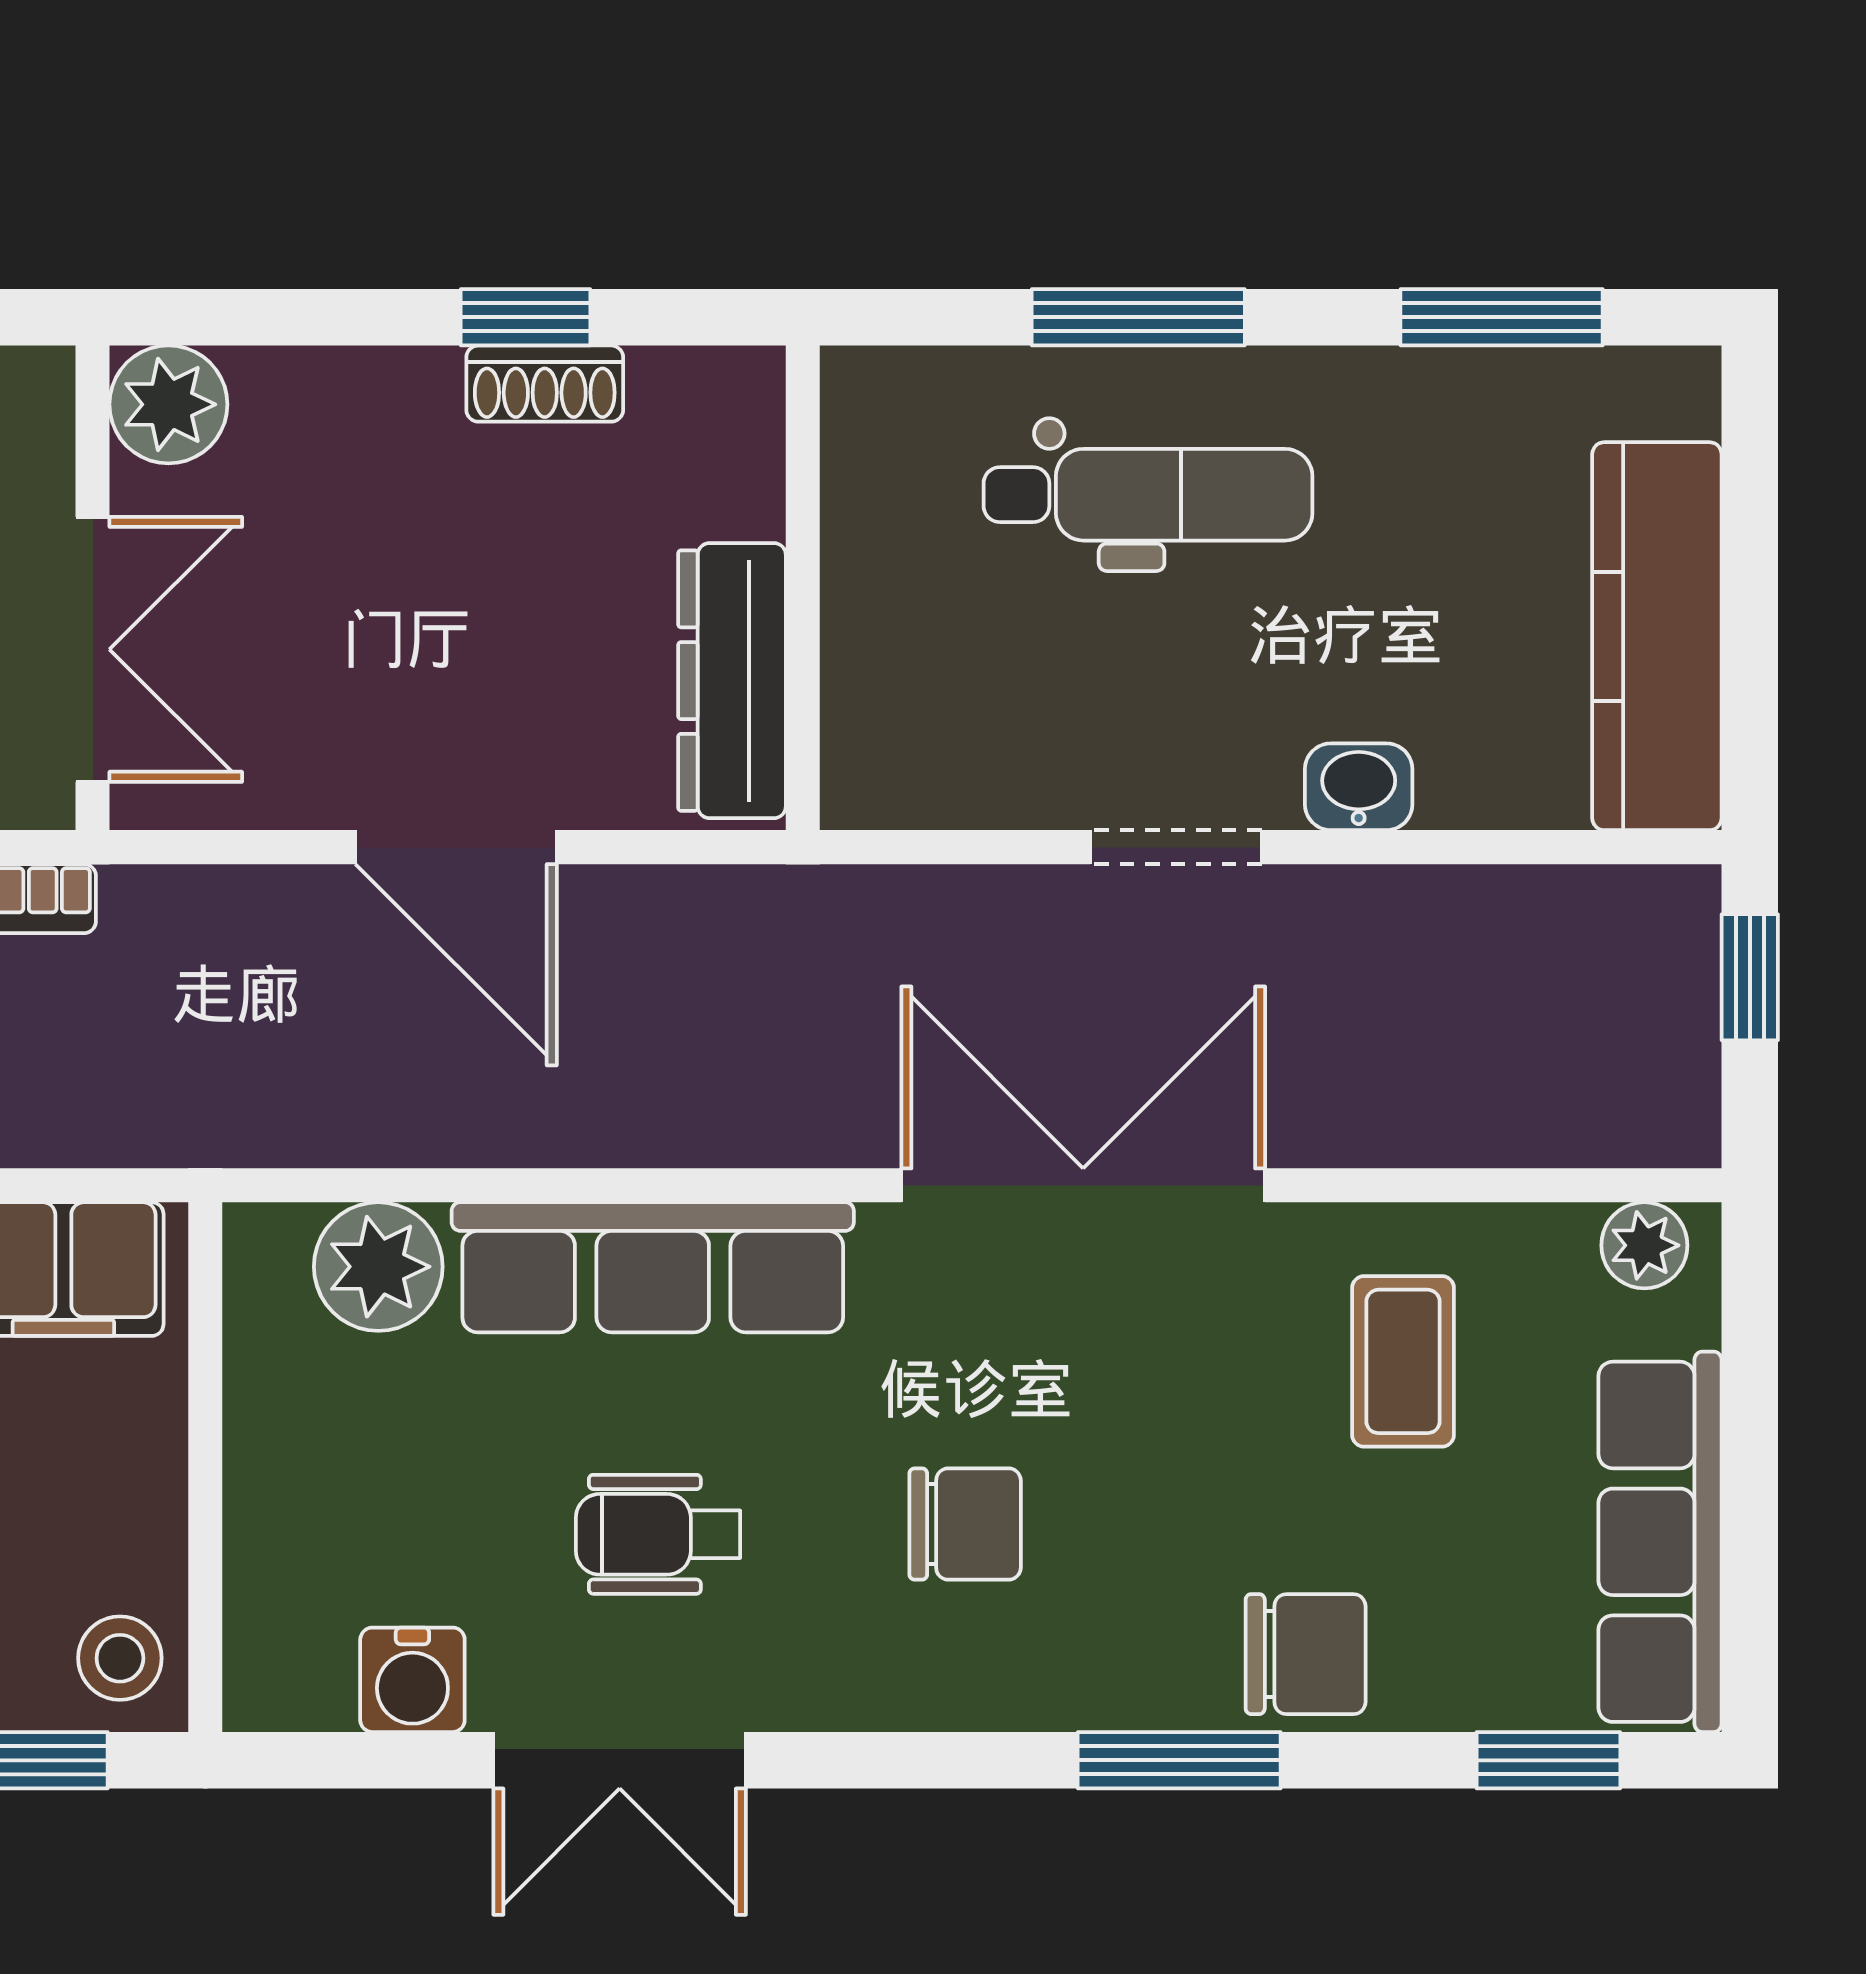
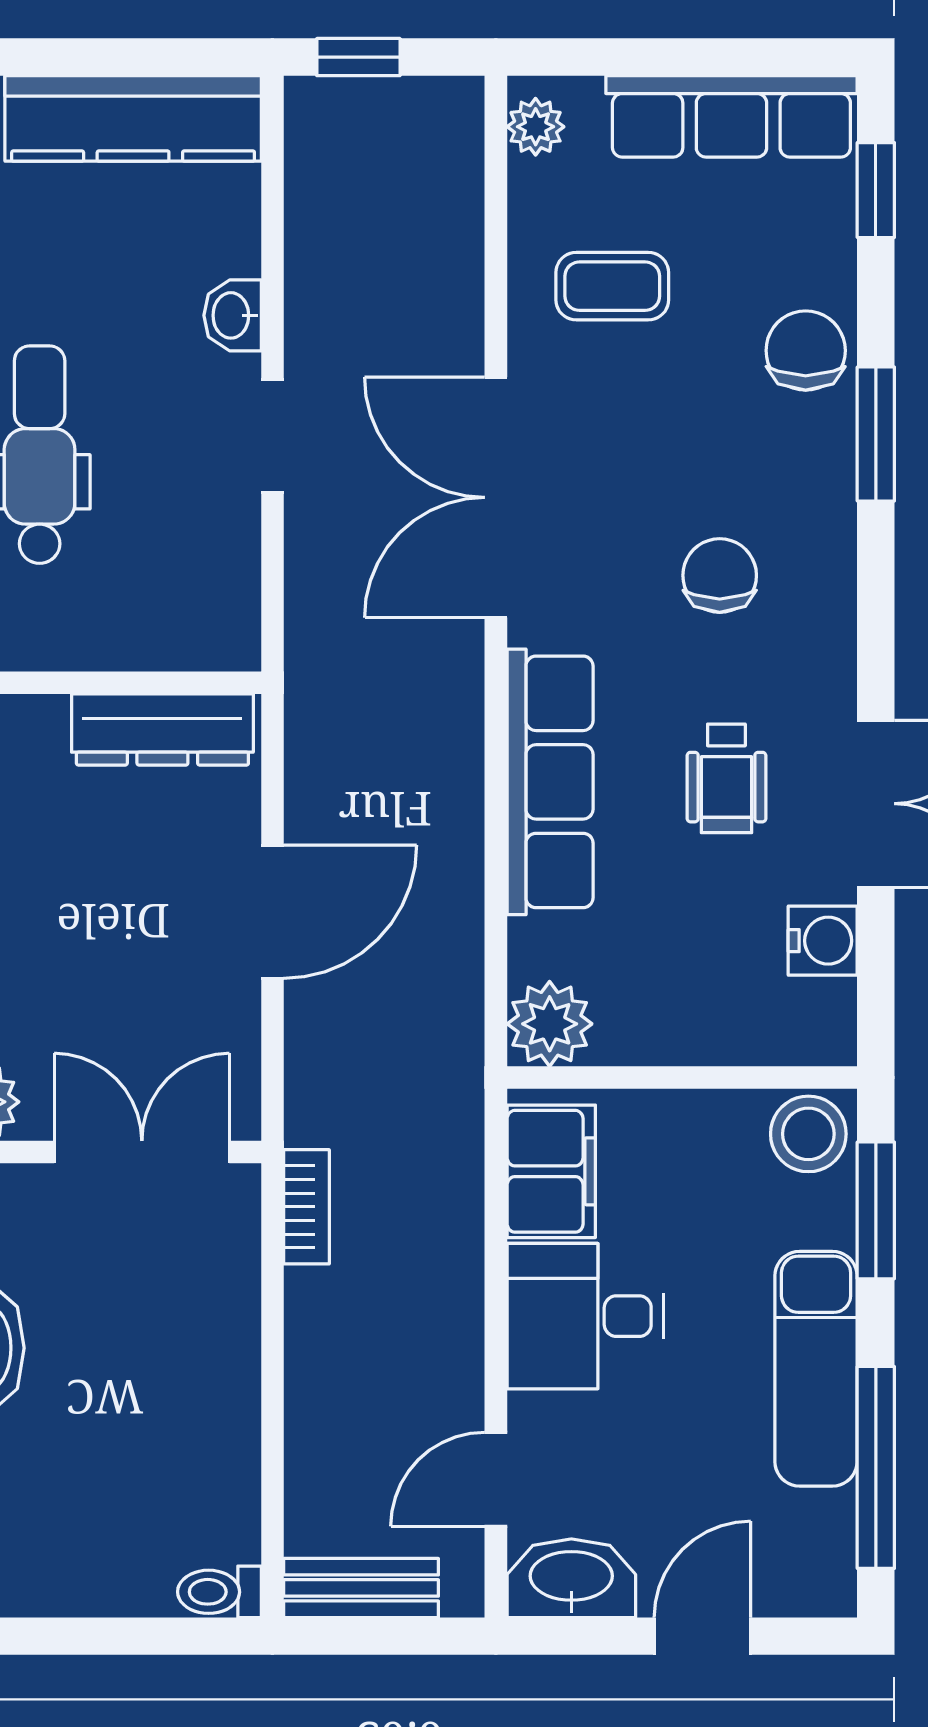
plant: (378, 1267) -> (550, 1024), moved
stool: (120, 1658) -> (808, 1134), width x1.37, depth x1.37

